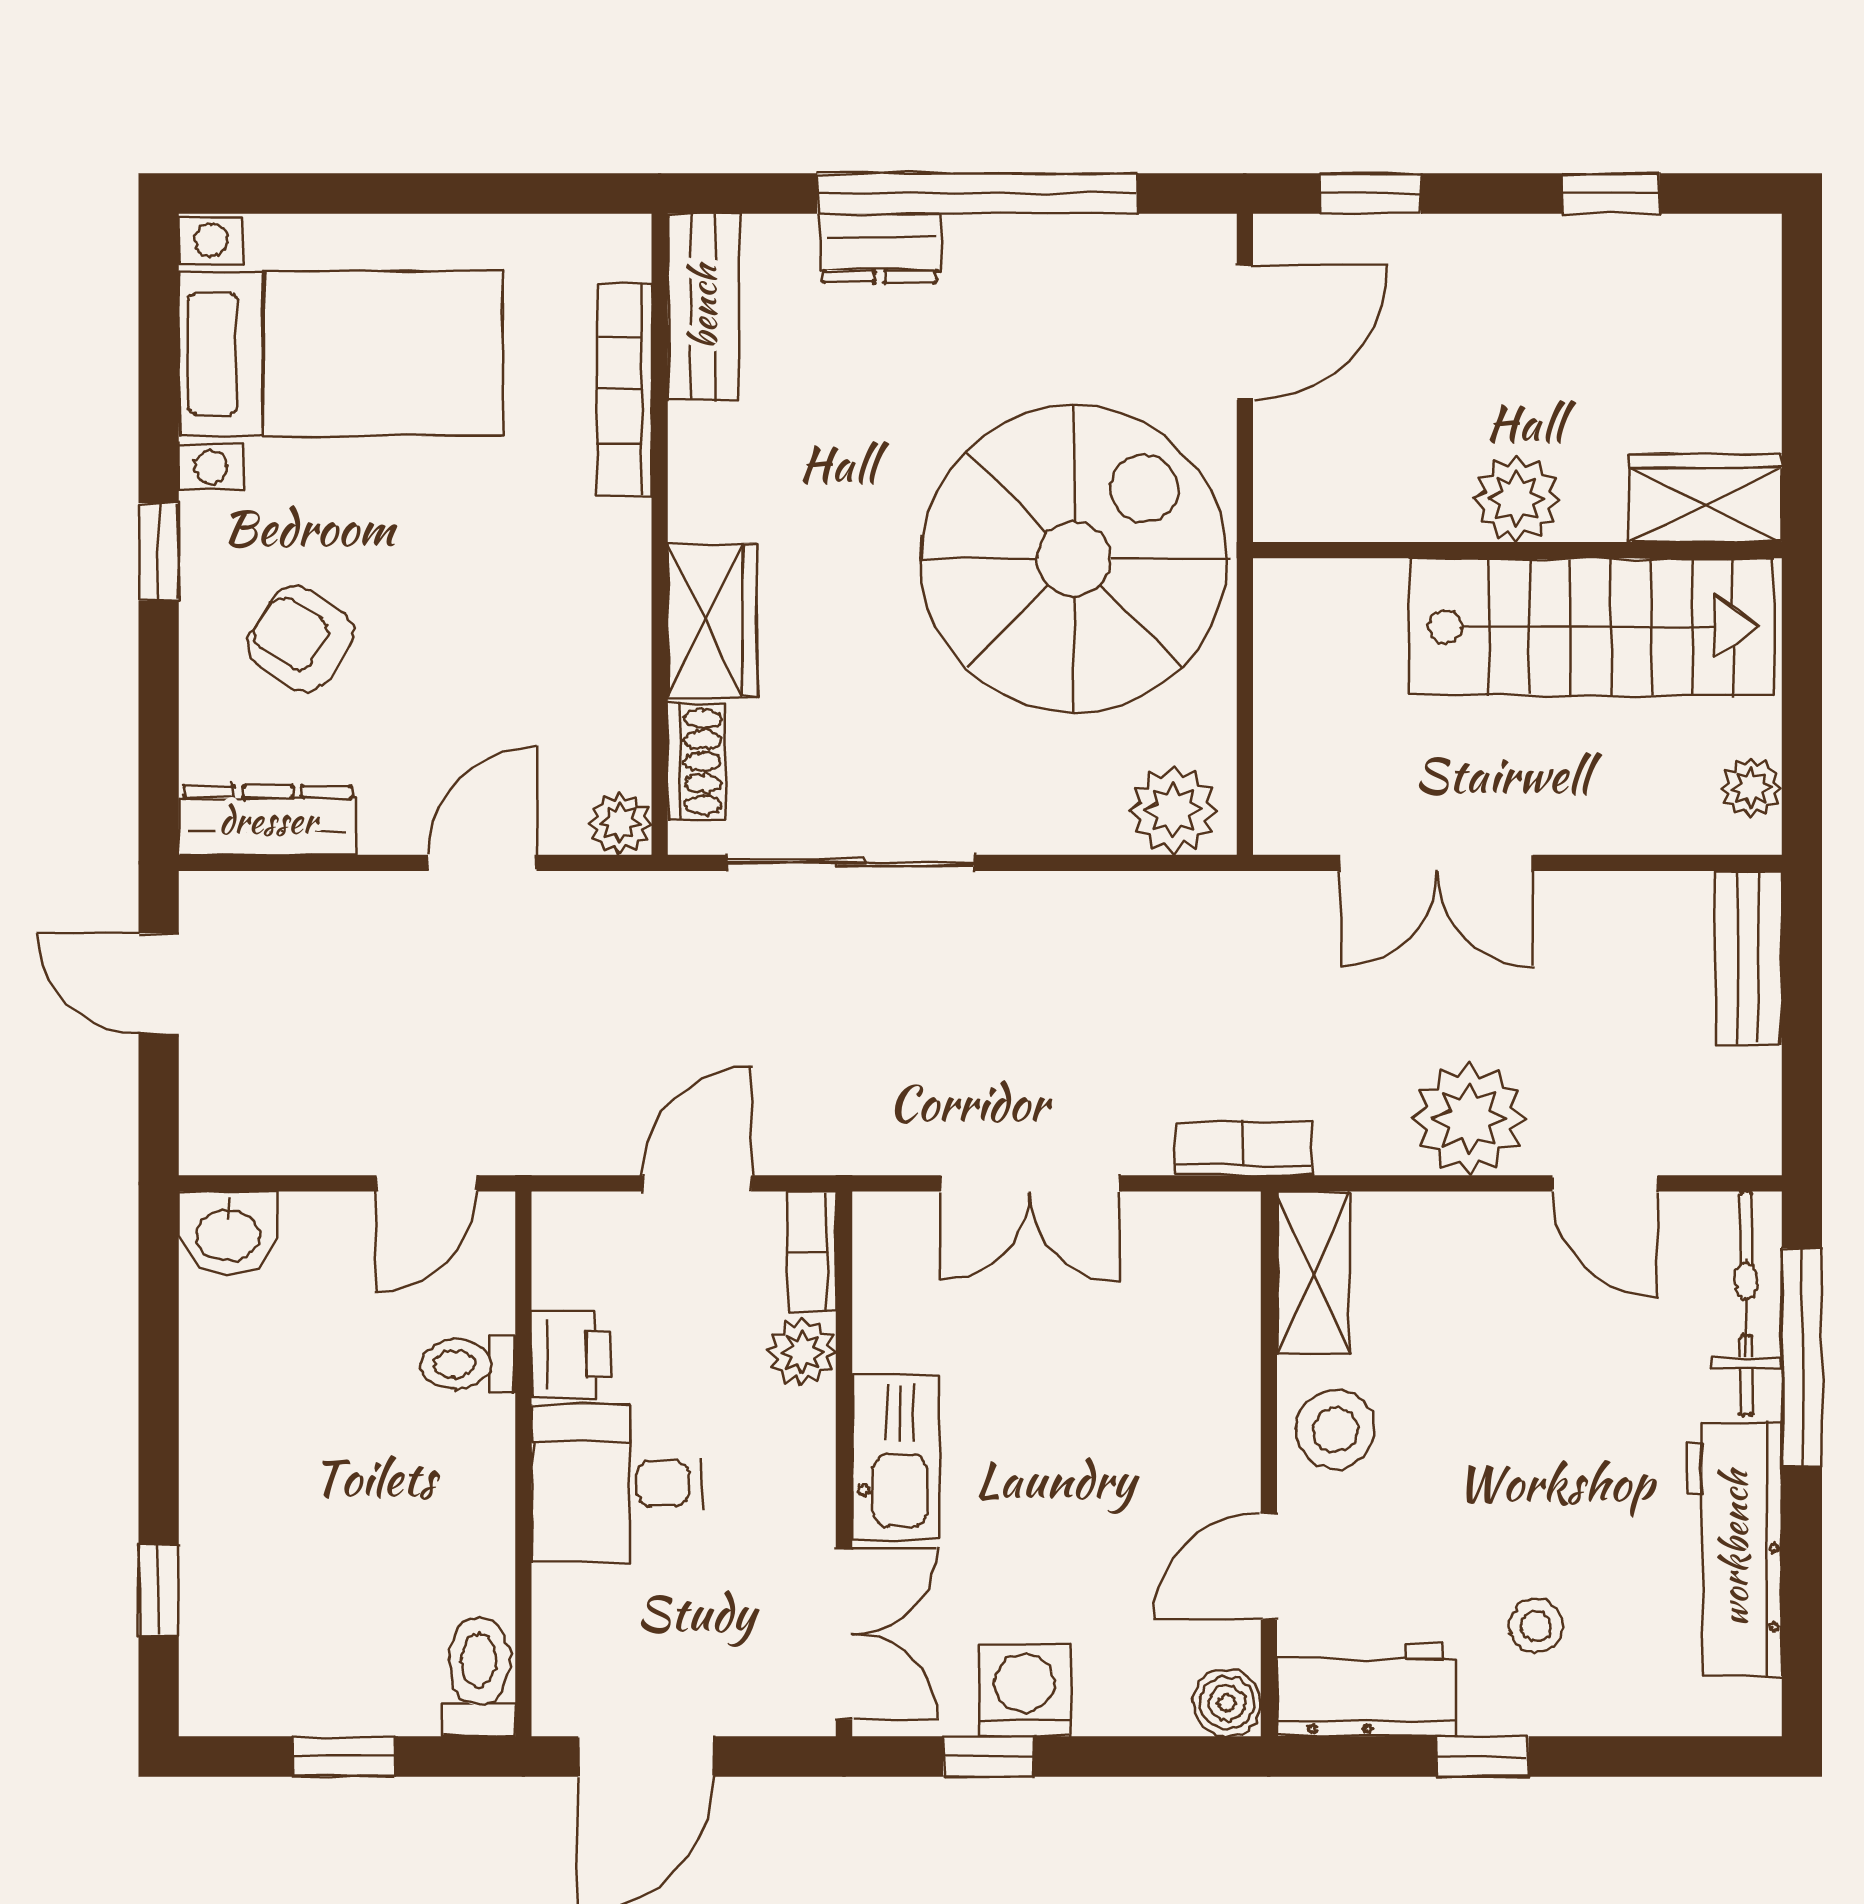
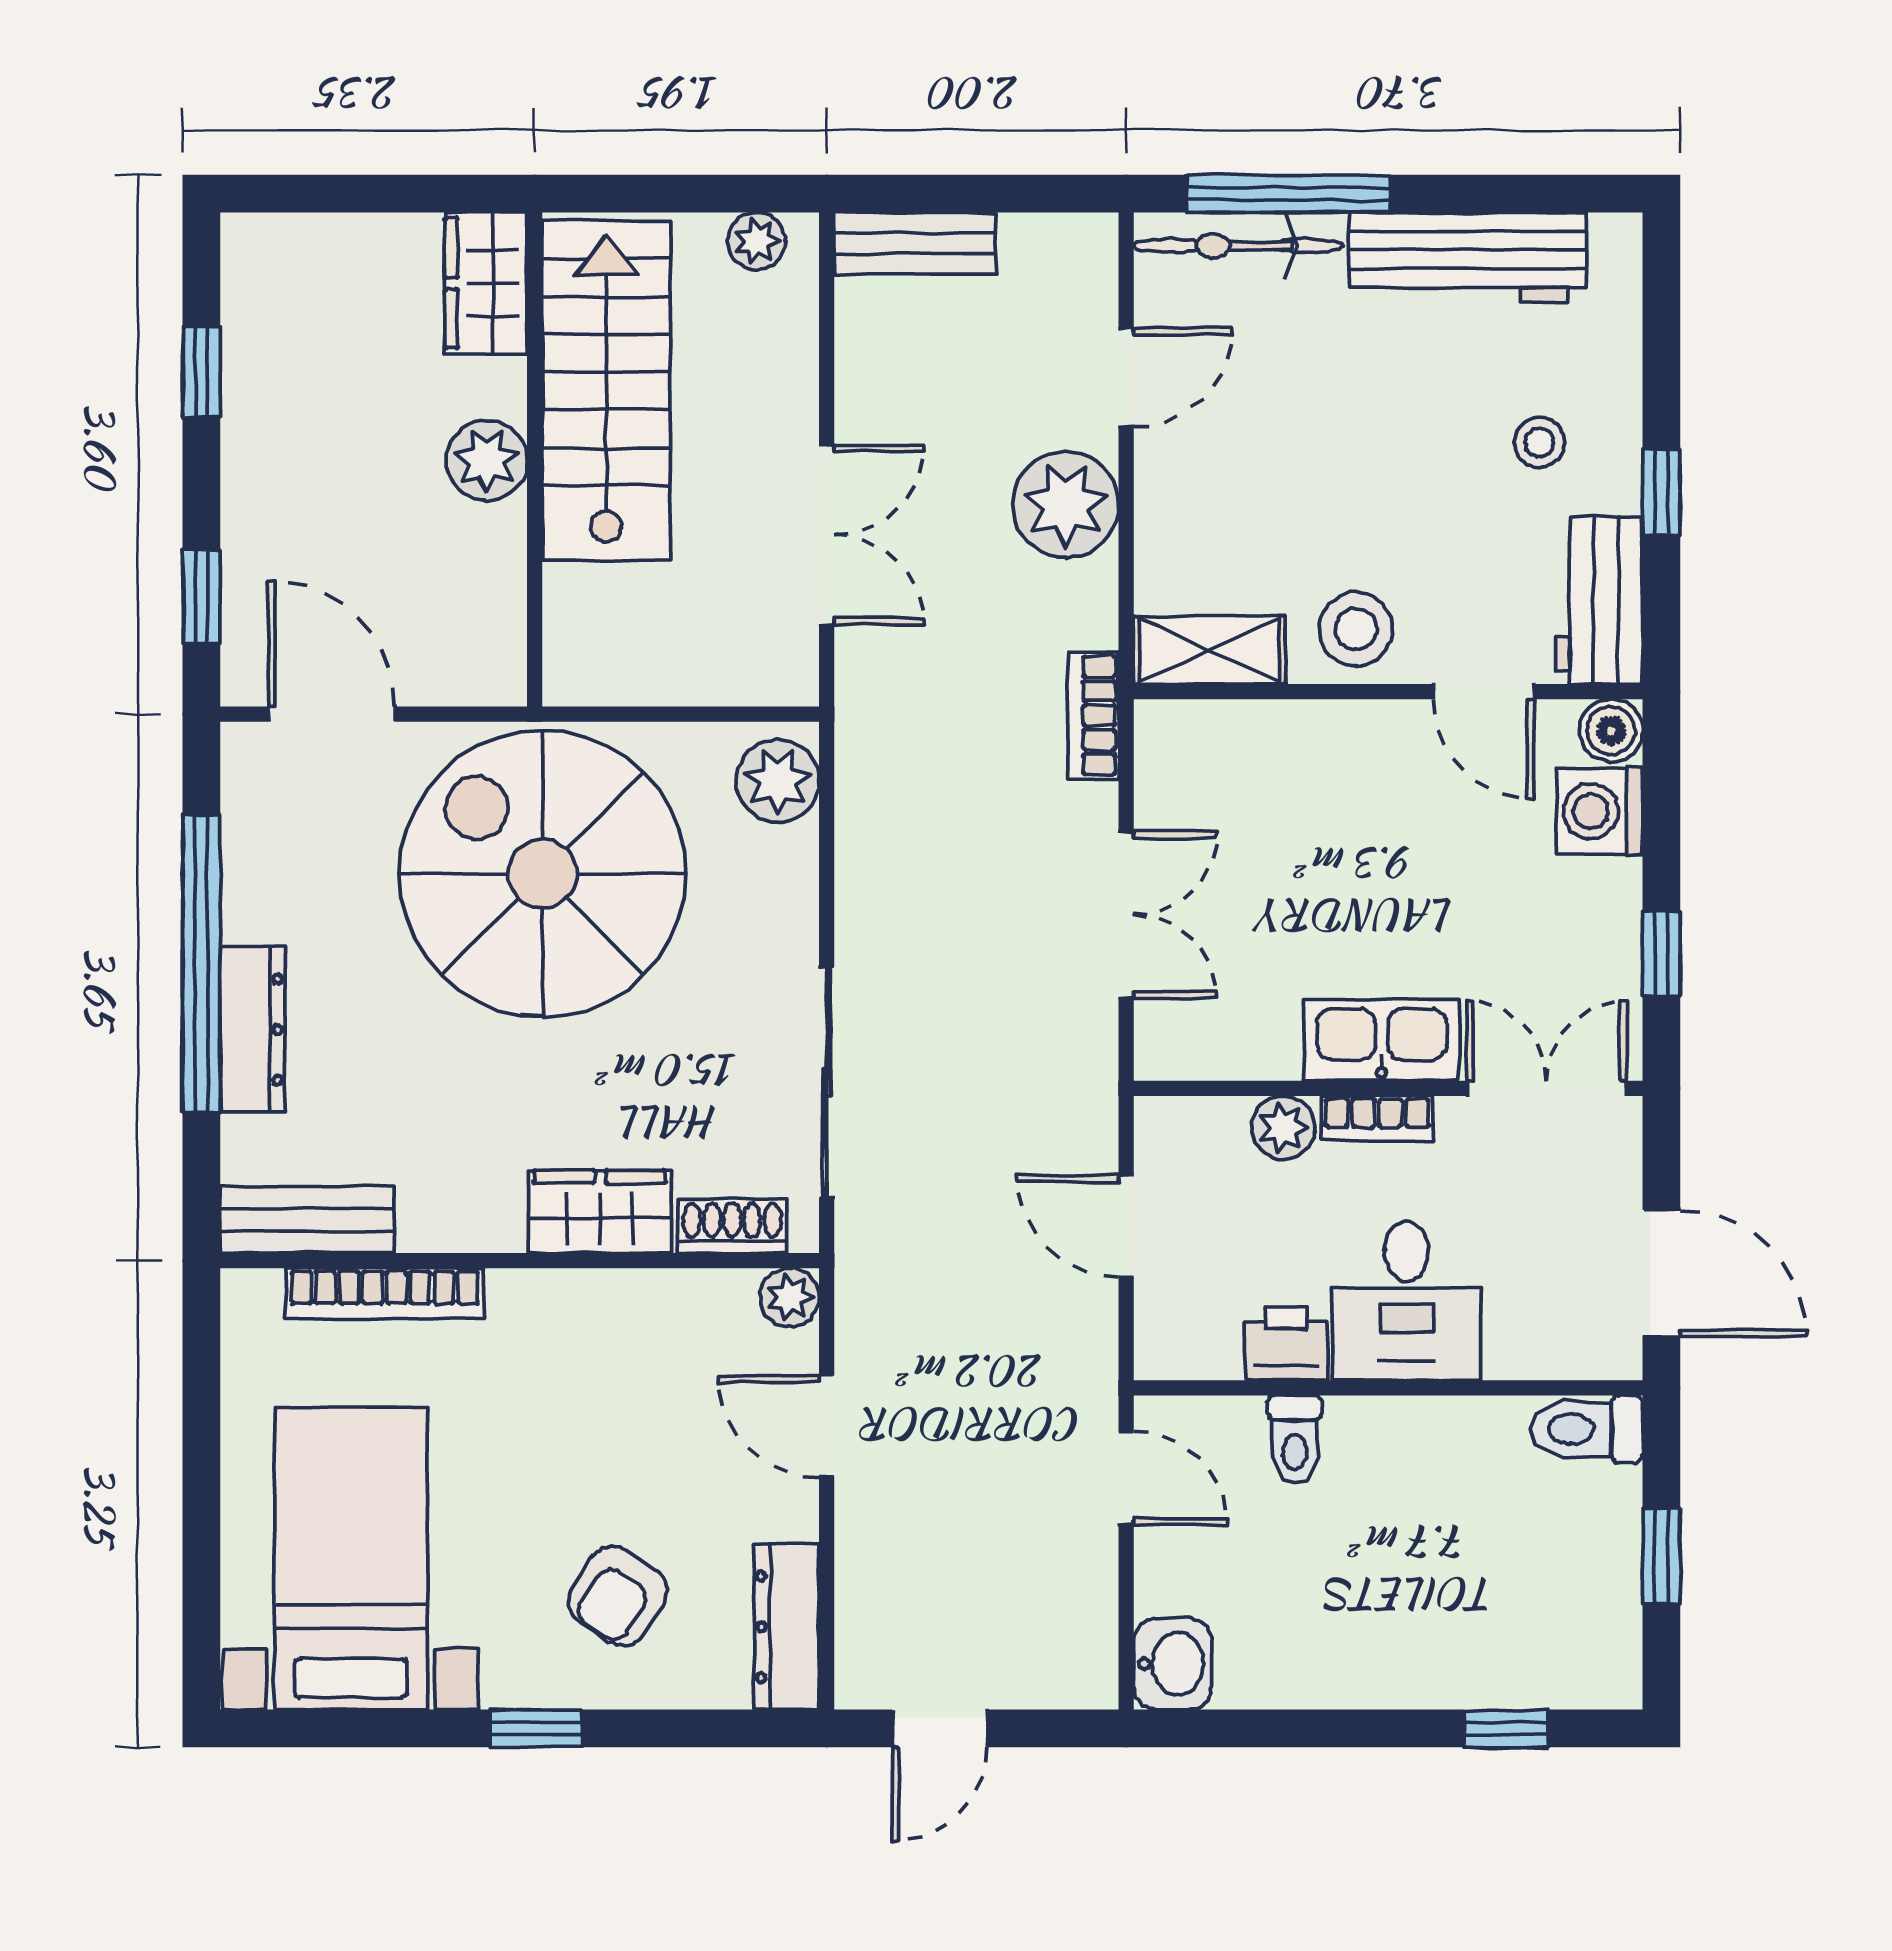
dresser: (880, 248) -> (252, 1030), width x1.44
bookcase: (812, 1251) -> (1377, 1118), moved
washing machine: (1025, 1690) -> (1599, 811), moved

